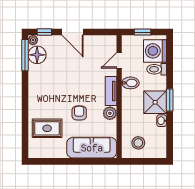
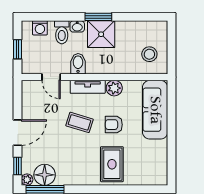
washing machine: (155, 51) -> (40, 28), width x0.53, depth x0.53
coffee table: (81, 84) -> (79, 122), added
washbasin: (162, 121) -> (77, 26), moved
rug: (47, 128) -> (112, 164), moved

